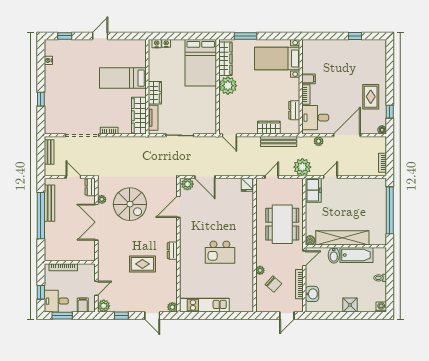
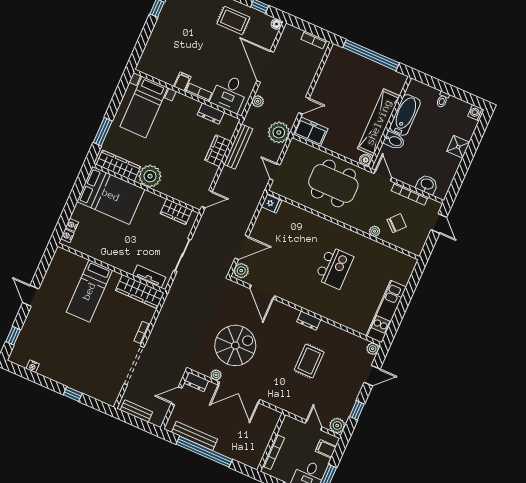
wardrobe: (155, 93) -> (176, 212), moved, turned 180
door: (330, 177) -> (304, 106), swing flipped

